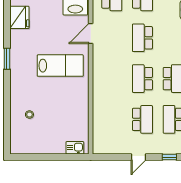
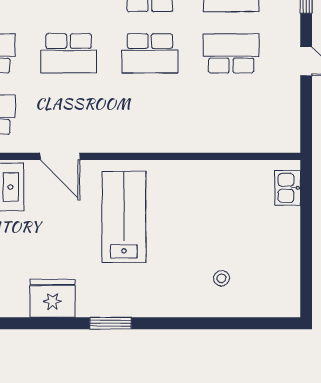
fridge: (19, 17) -> (52, 298), moved

